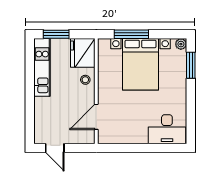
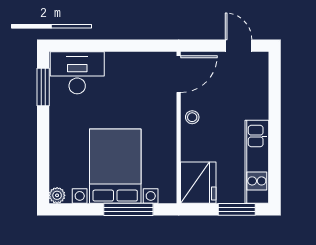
window: (191, 65) -> (43, 87), moved
stool: (85, 80) -> (192, 117), moved
door: (96, 117) -> (179, 74), moved

